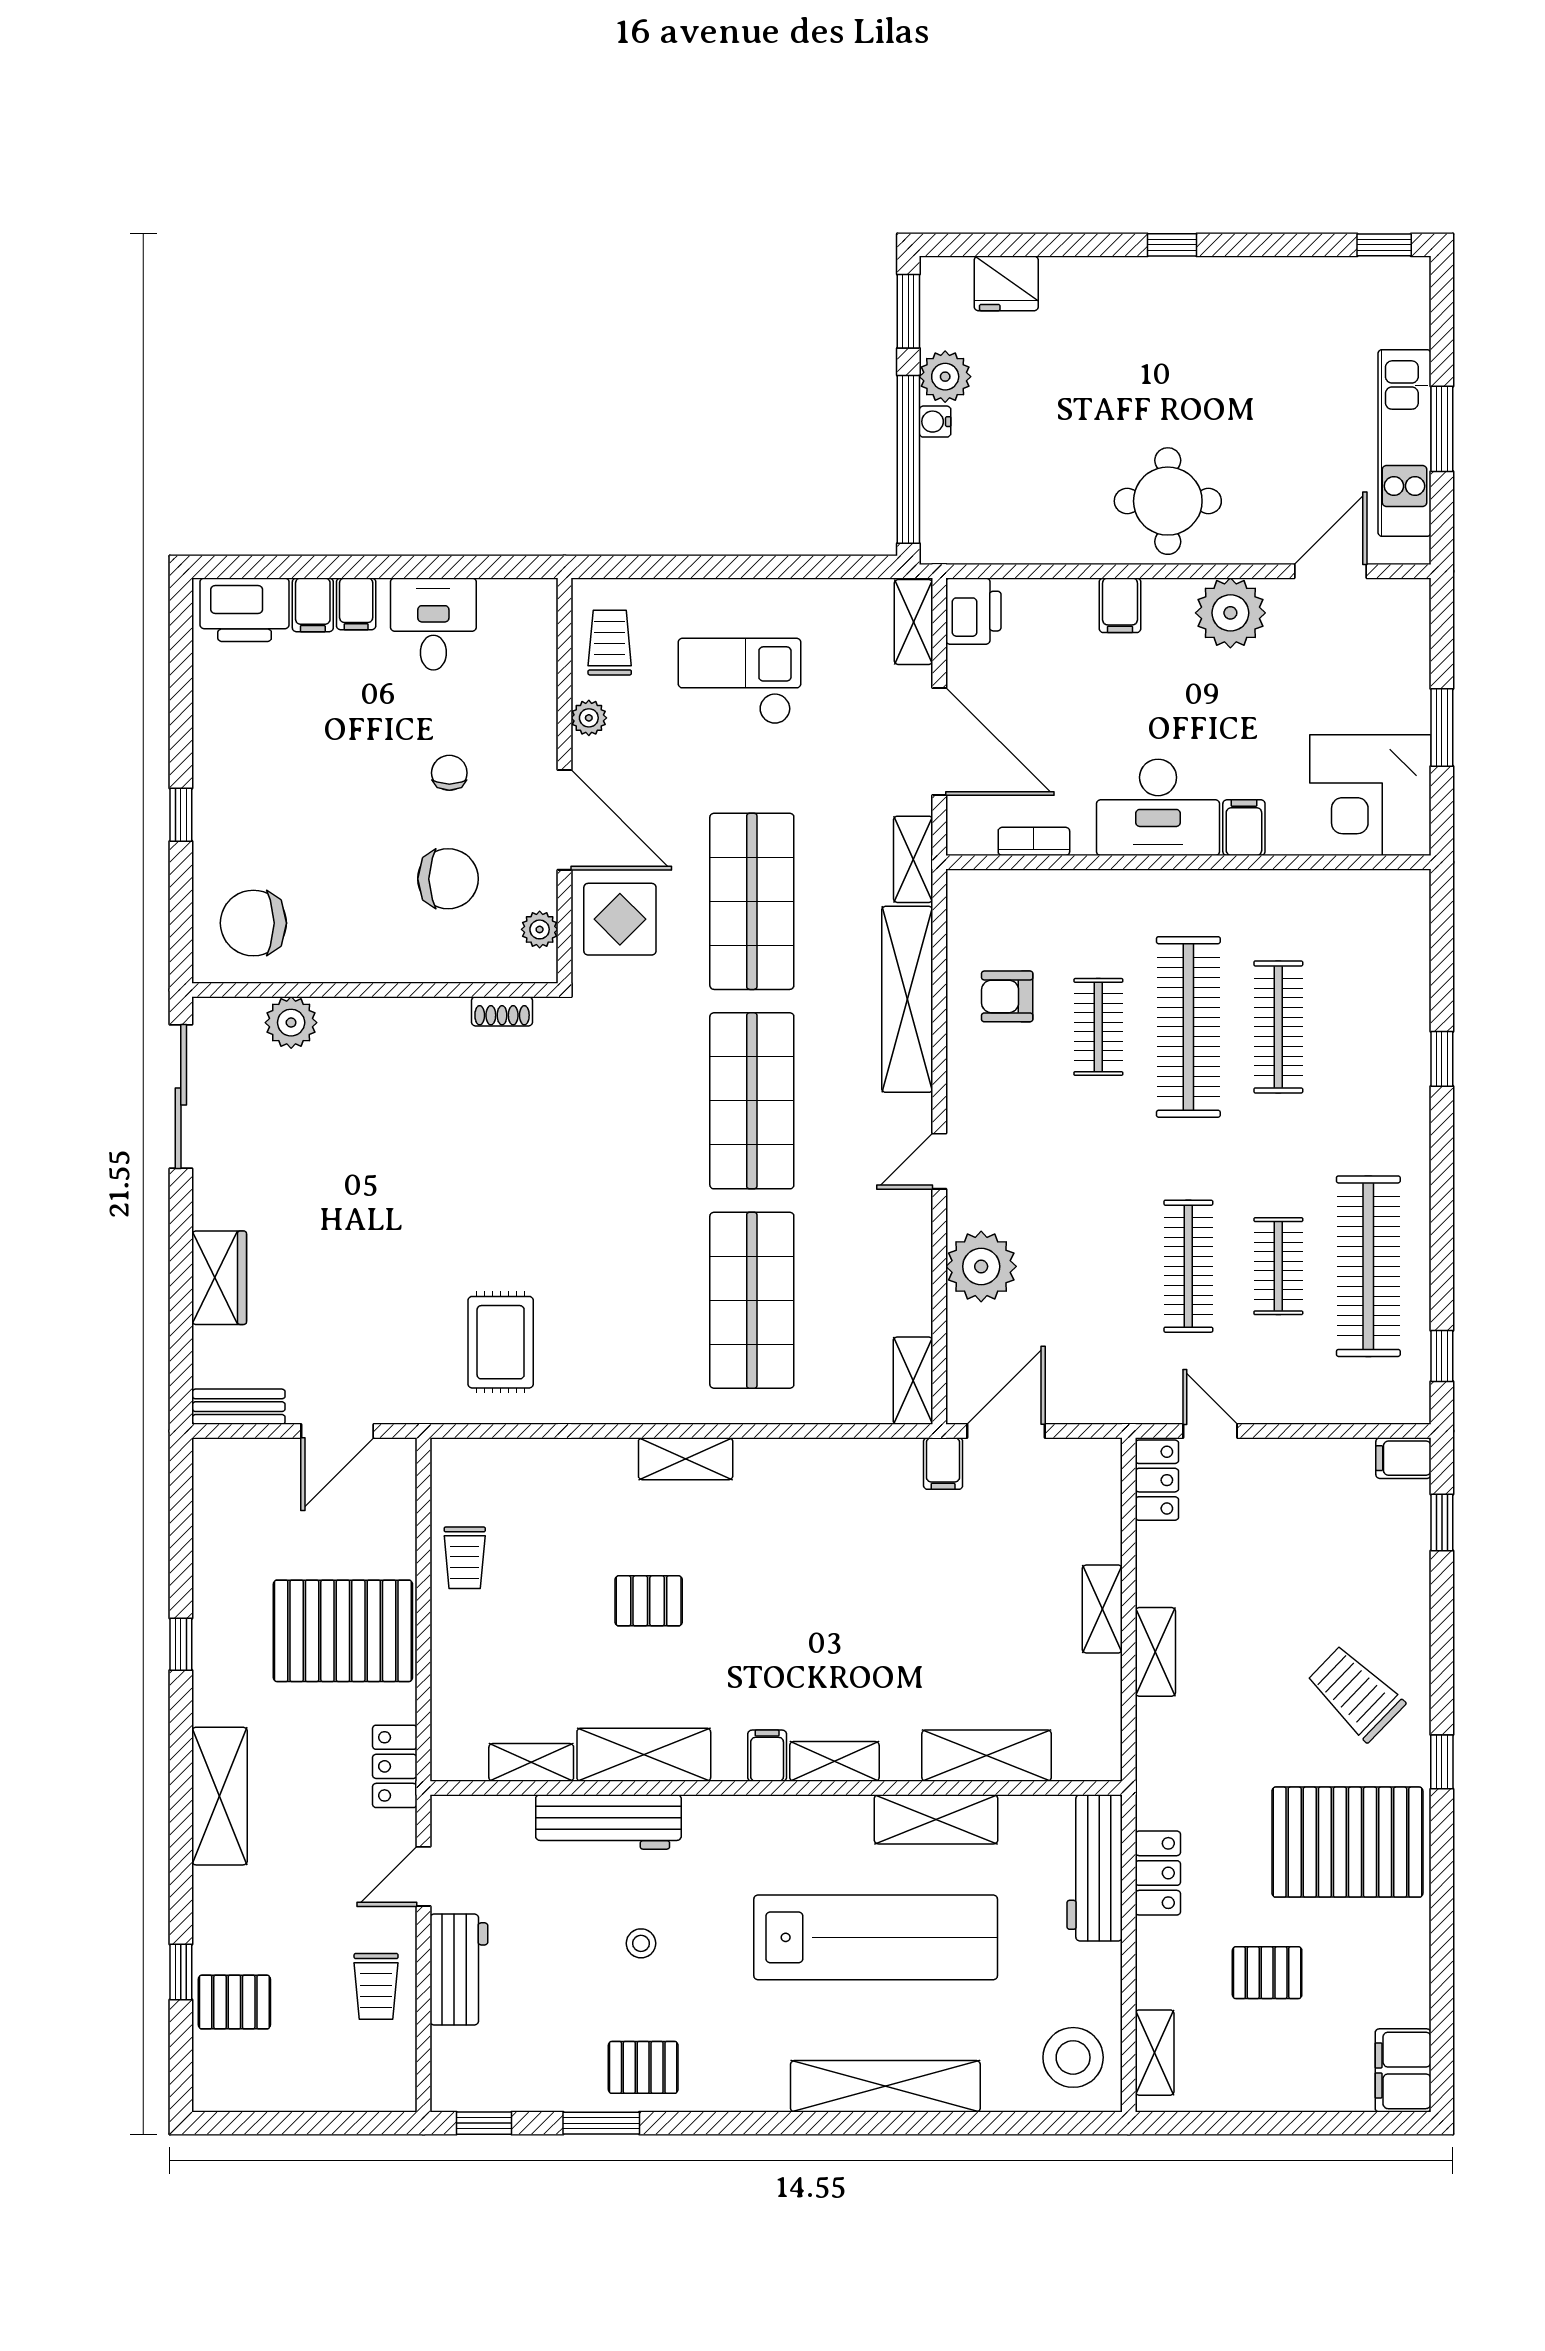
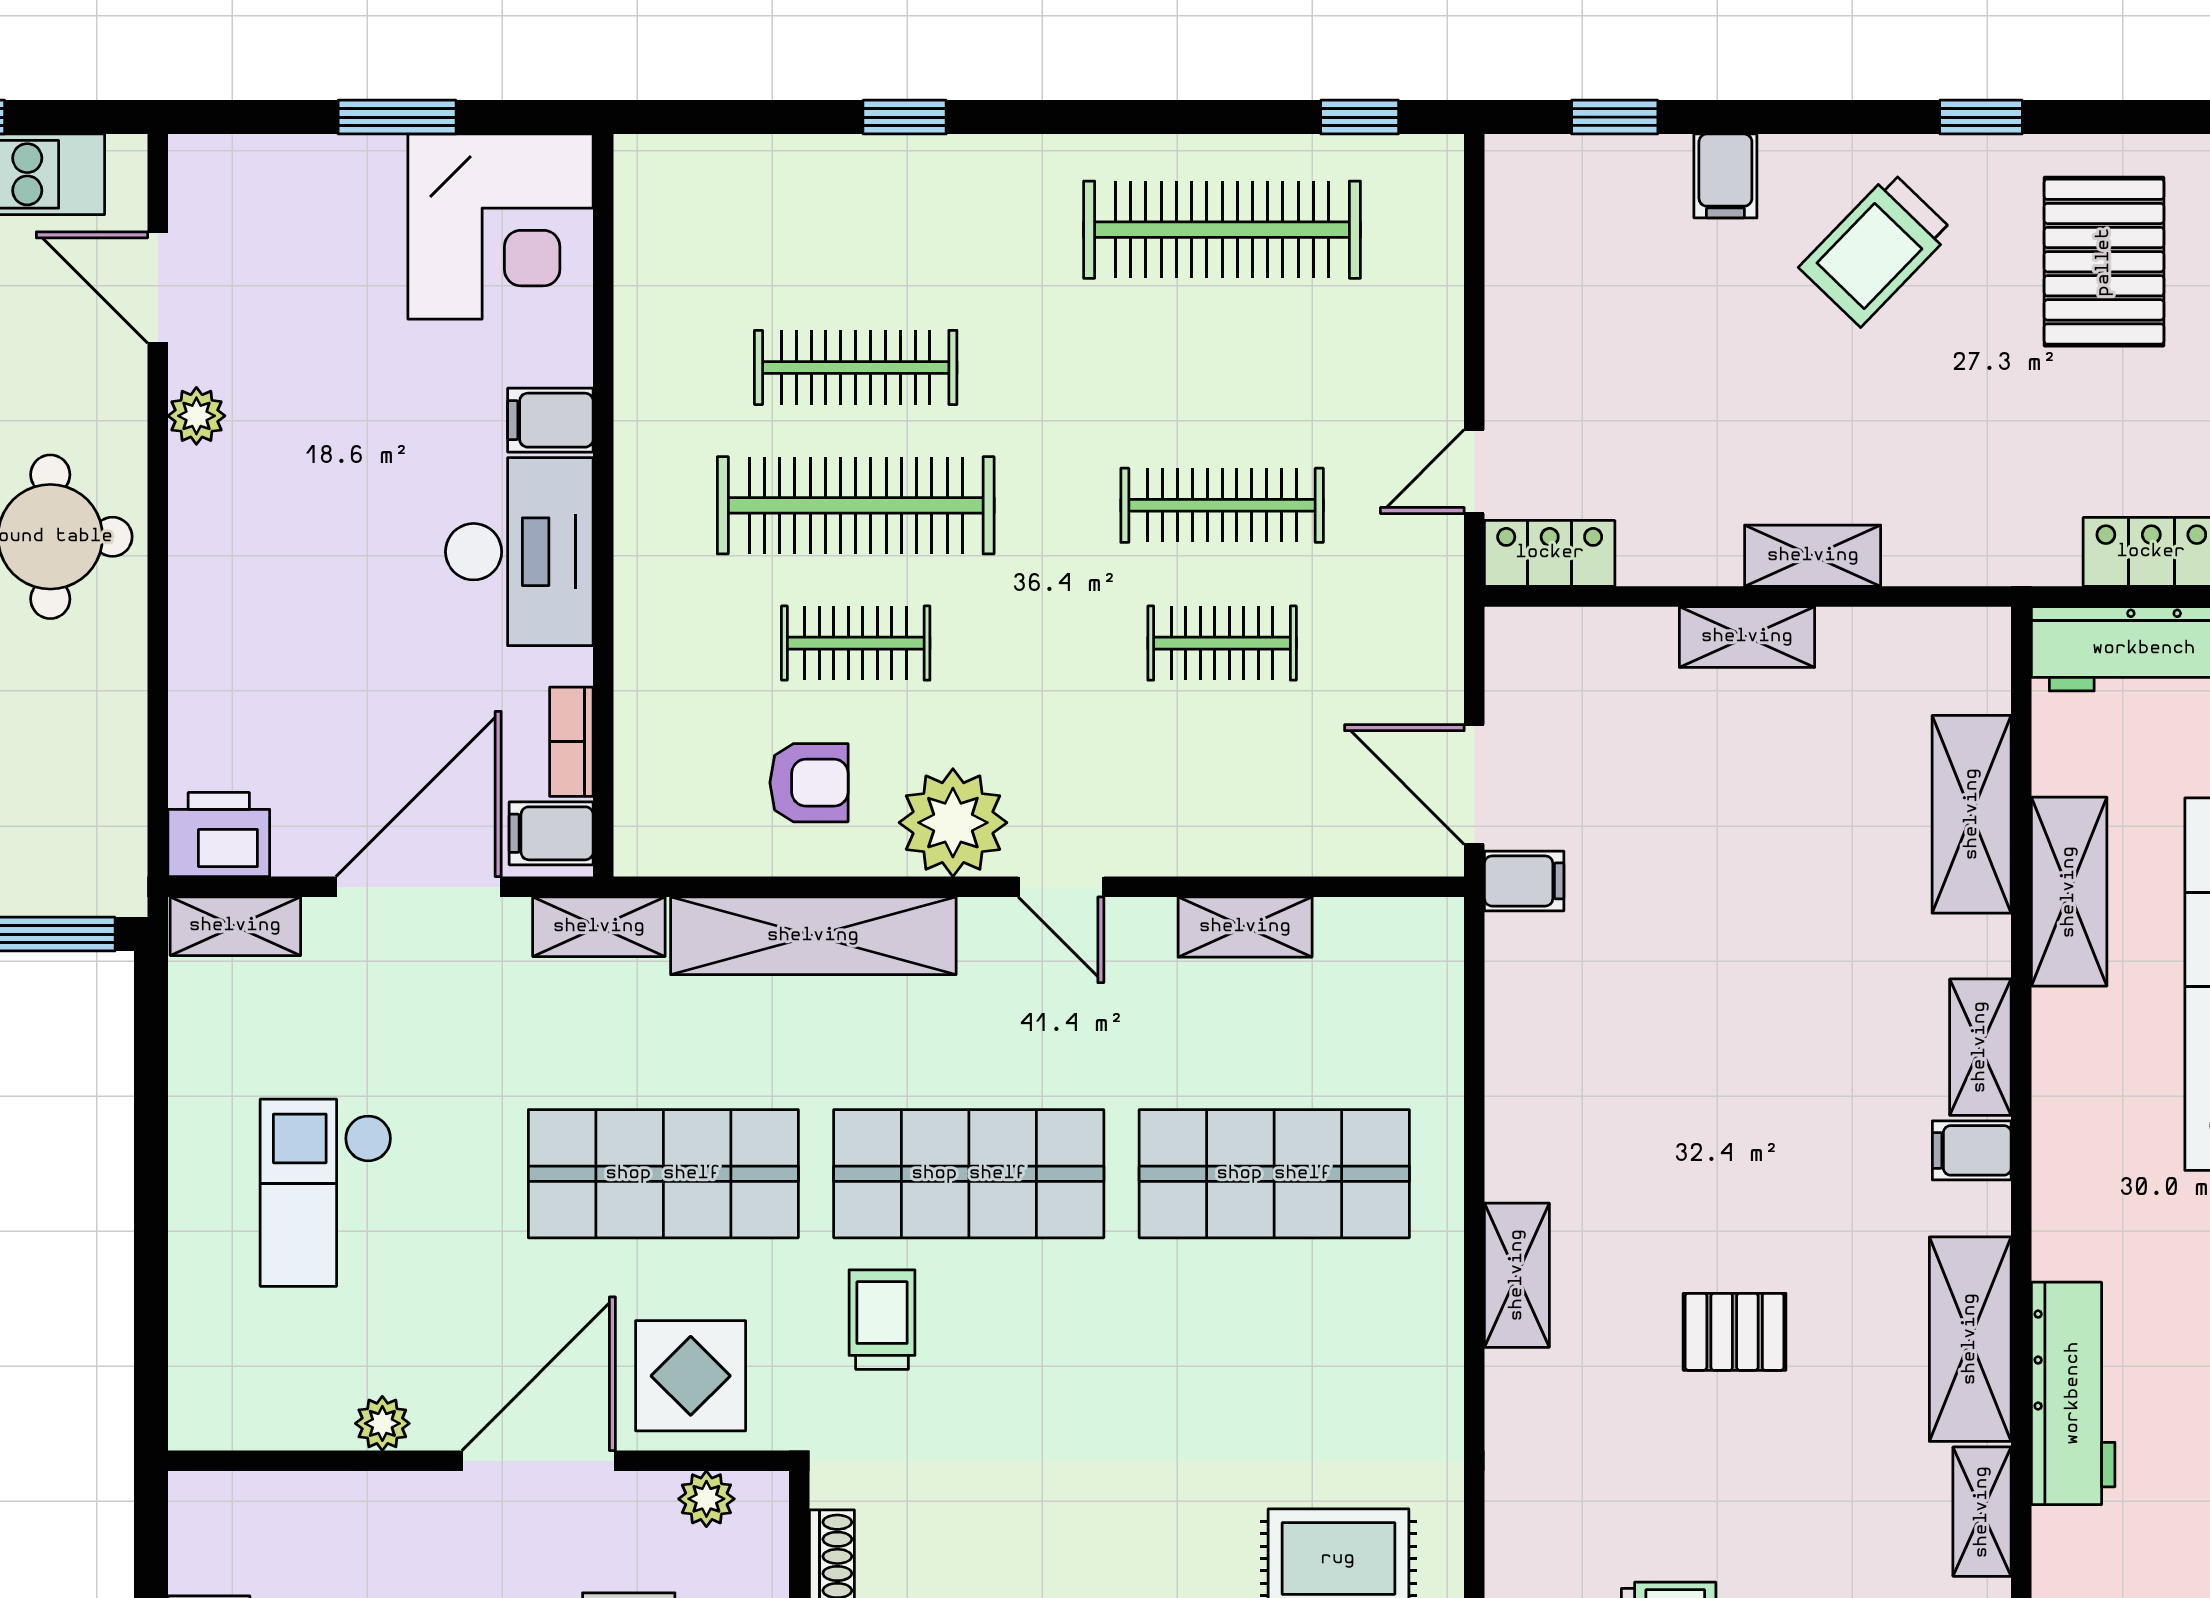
filing cabinet: (1120, 605) -> (551, 833), moved, turned 180
plant: (1230, 613) -> (196, 416), width x0.53, depth x0.53
trolley: (610, 643) -> (882, 1320), moved, turned 90
armchair: (1007, 996) -> (809, 783), turned -90
plant: (981, 1266) -> (953, 823), moved
clothes rail: (1278, 1266) -> (1222, 643), moved
shelving: (913, 1381) -> (1245, 927), moved
filing cabinet: (1403, 1458) -> (1725, 176), moved
pallet: (649, 1601) -> (1735, 1332), turned 90
pallet: (1347, 1842) -> (2104, 262), width x0.73, depth x0.71

